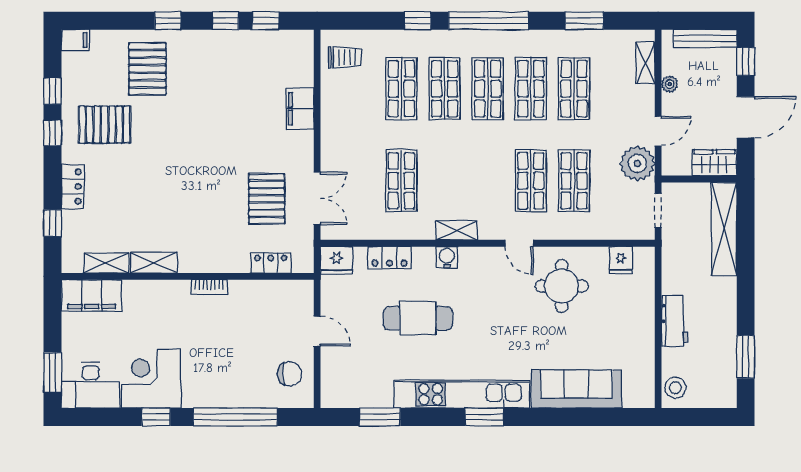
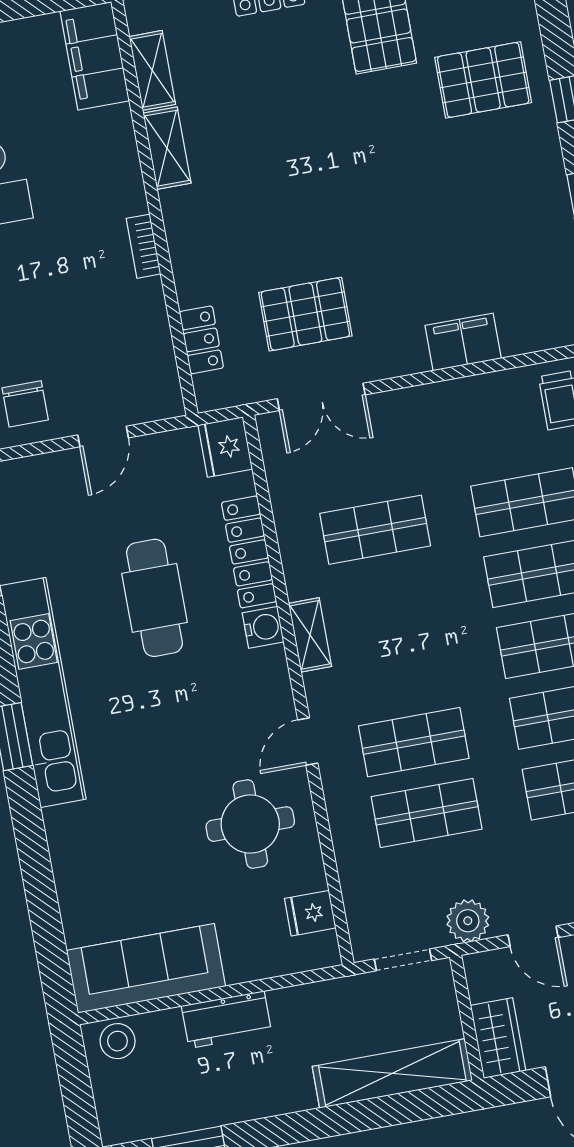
plant: (637, 163) -> (468, 921), width x0.73, depth x0.73
locker: (389, 258) -> (249, 552), width x1.53
sofa: (576, 389) -> (146, 968), moved, turned -90

